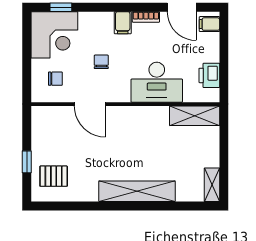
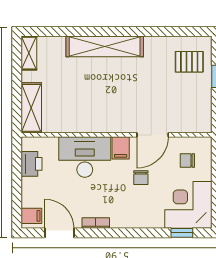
filing cabinet: (123, 23) -> (121, 148), moved, turned 180
door: (90, 104) -> (153, 135), swing flipped
shelving: (195, 116) -> (31, 108), moved, turned 90

